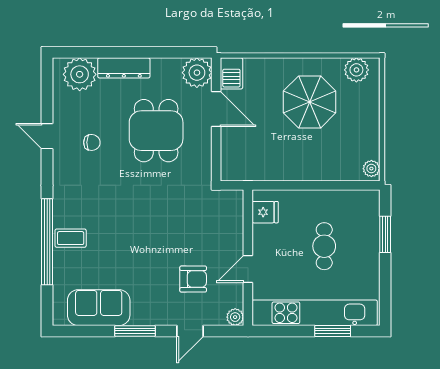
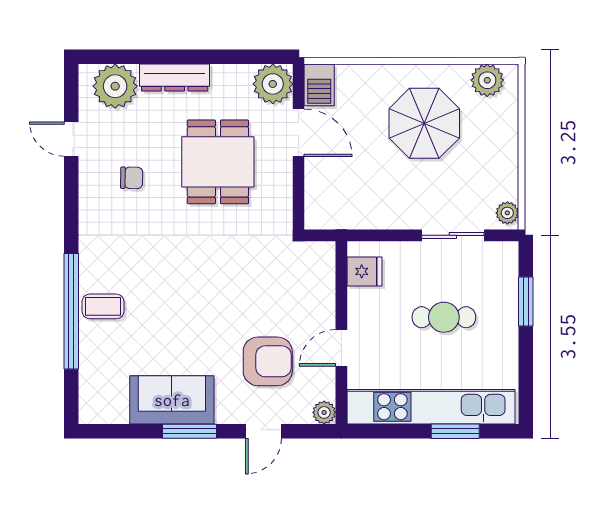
door: (47, 136) -> (71, 139), moved
sliding door: (331, 185) -> (453, 235), added
cafe table: (324, 246) -> (444, 317), turned 90
armchair: (193, 279) -> (268, 361), width x1.38, depth x1.38
sofa: (99, 308) -> (172, 400), moved

